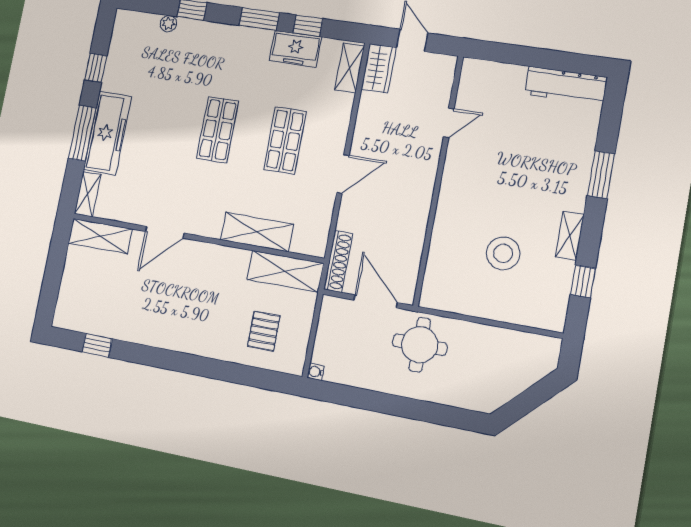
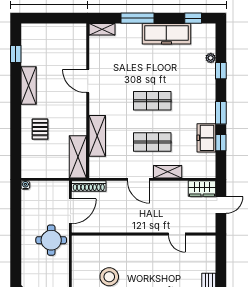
window: (96, 68) -> (193, 18), moved
shelving: (350, 68) -> (168, 172), moved
freezer: (107, 133) -> (166, 34), moved
shelving: (100, 236) -> (29, 85), moved
pallet: (264, 331) -> (40, 129), moved, turned 90

